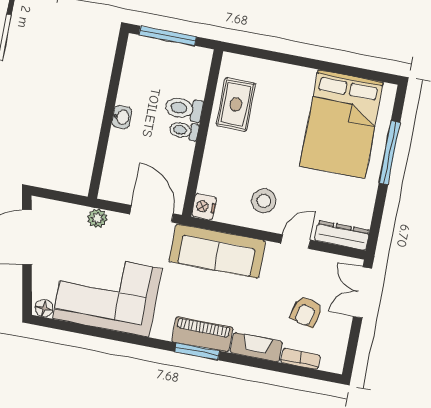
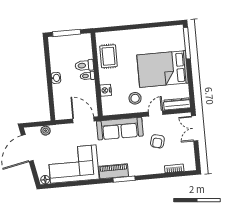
bed: (341, 124) -> (163, 69), moved, turned 90
window: (389, 153) -> (187, 43), moved
nightstand: (204, 207) -> (106, 90), moved
plant: (97, 218) -> (46, 131), moved
armchair: (306, 312) -> (157, 141), moved
piano: (202, 334) -> (114, 171), moved
fireplace: (256, 347) -> (152, 169), removed

